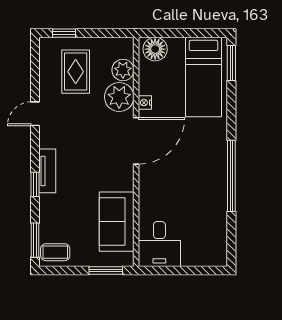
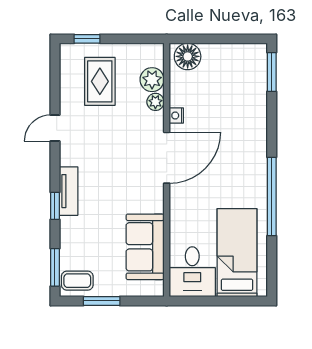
bed: (203, 77) -> (237, 253), moved, turned 180
plant: (119, 97) -> (155, 102), width x0.53, depth x0.53
window: (106, 271) -> (102, 301), moved

